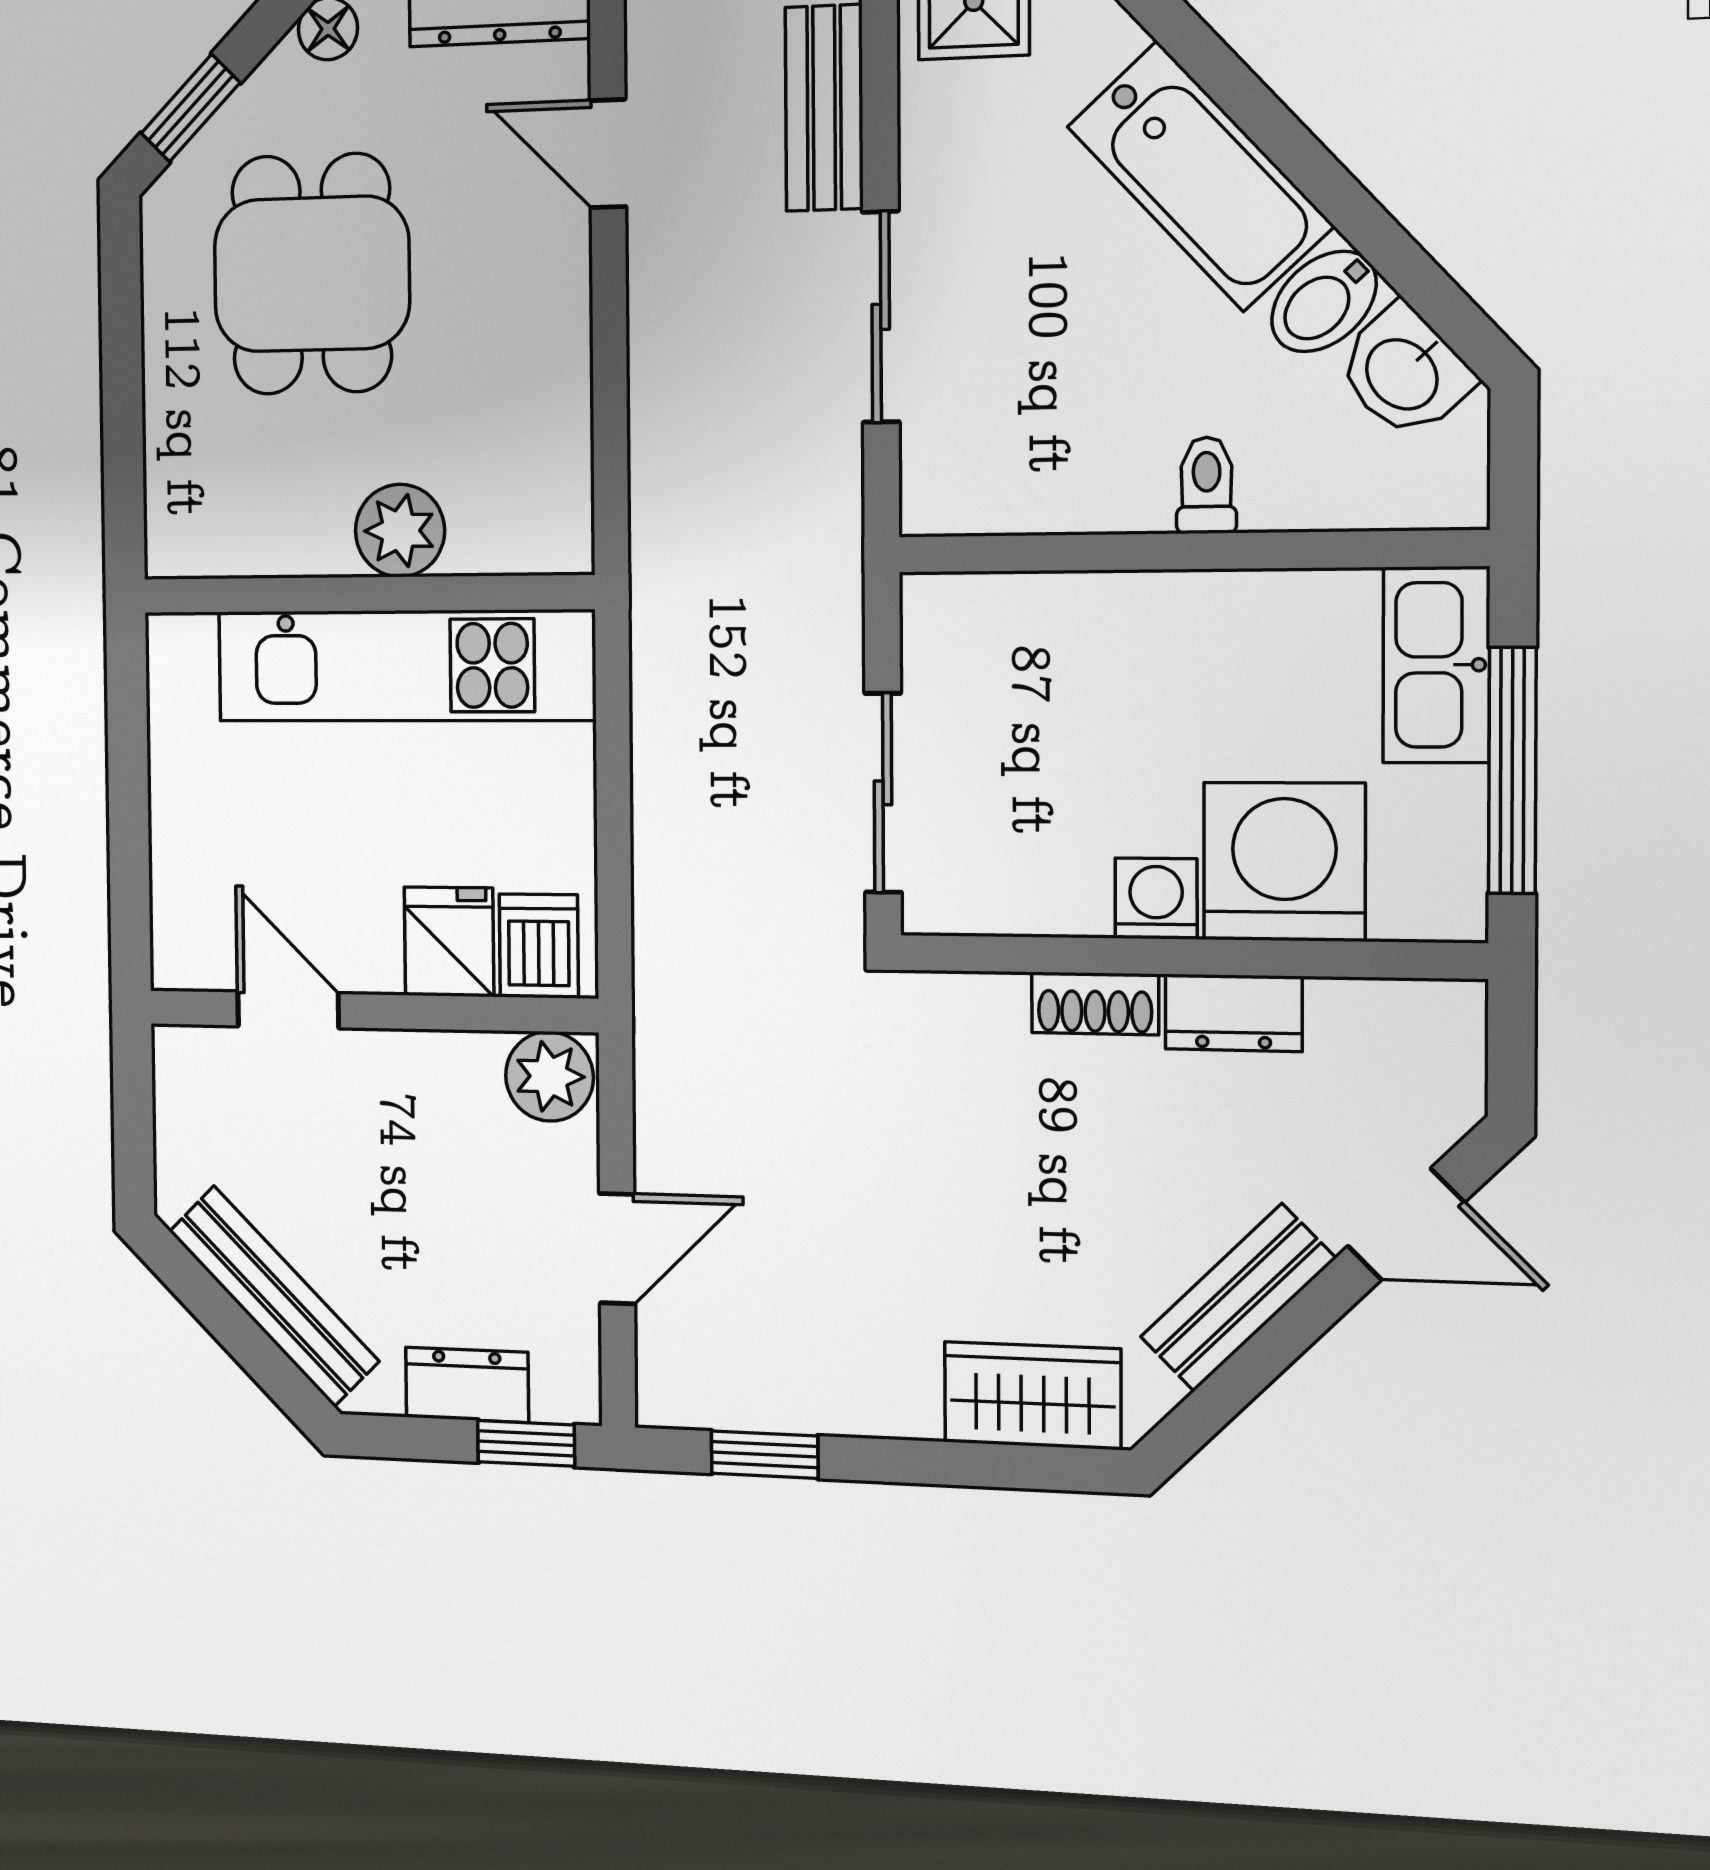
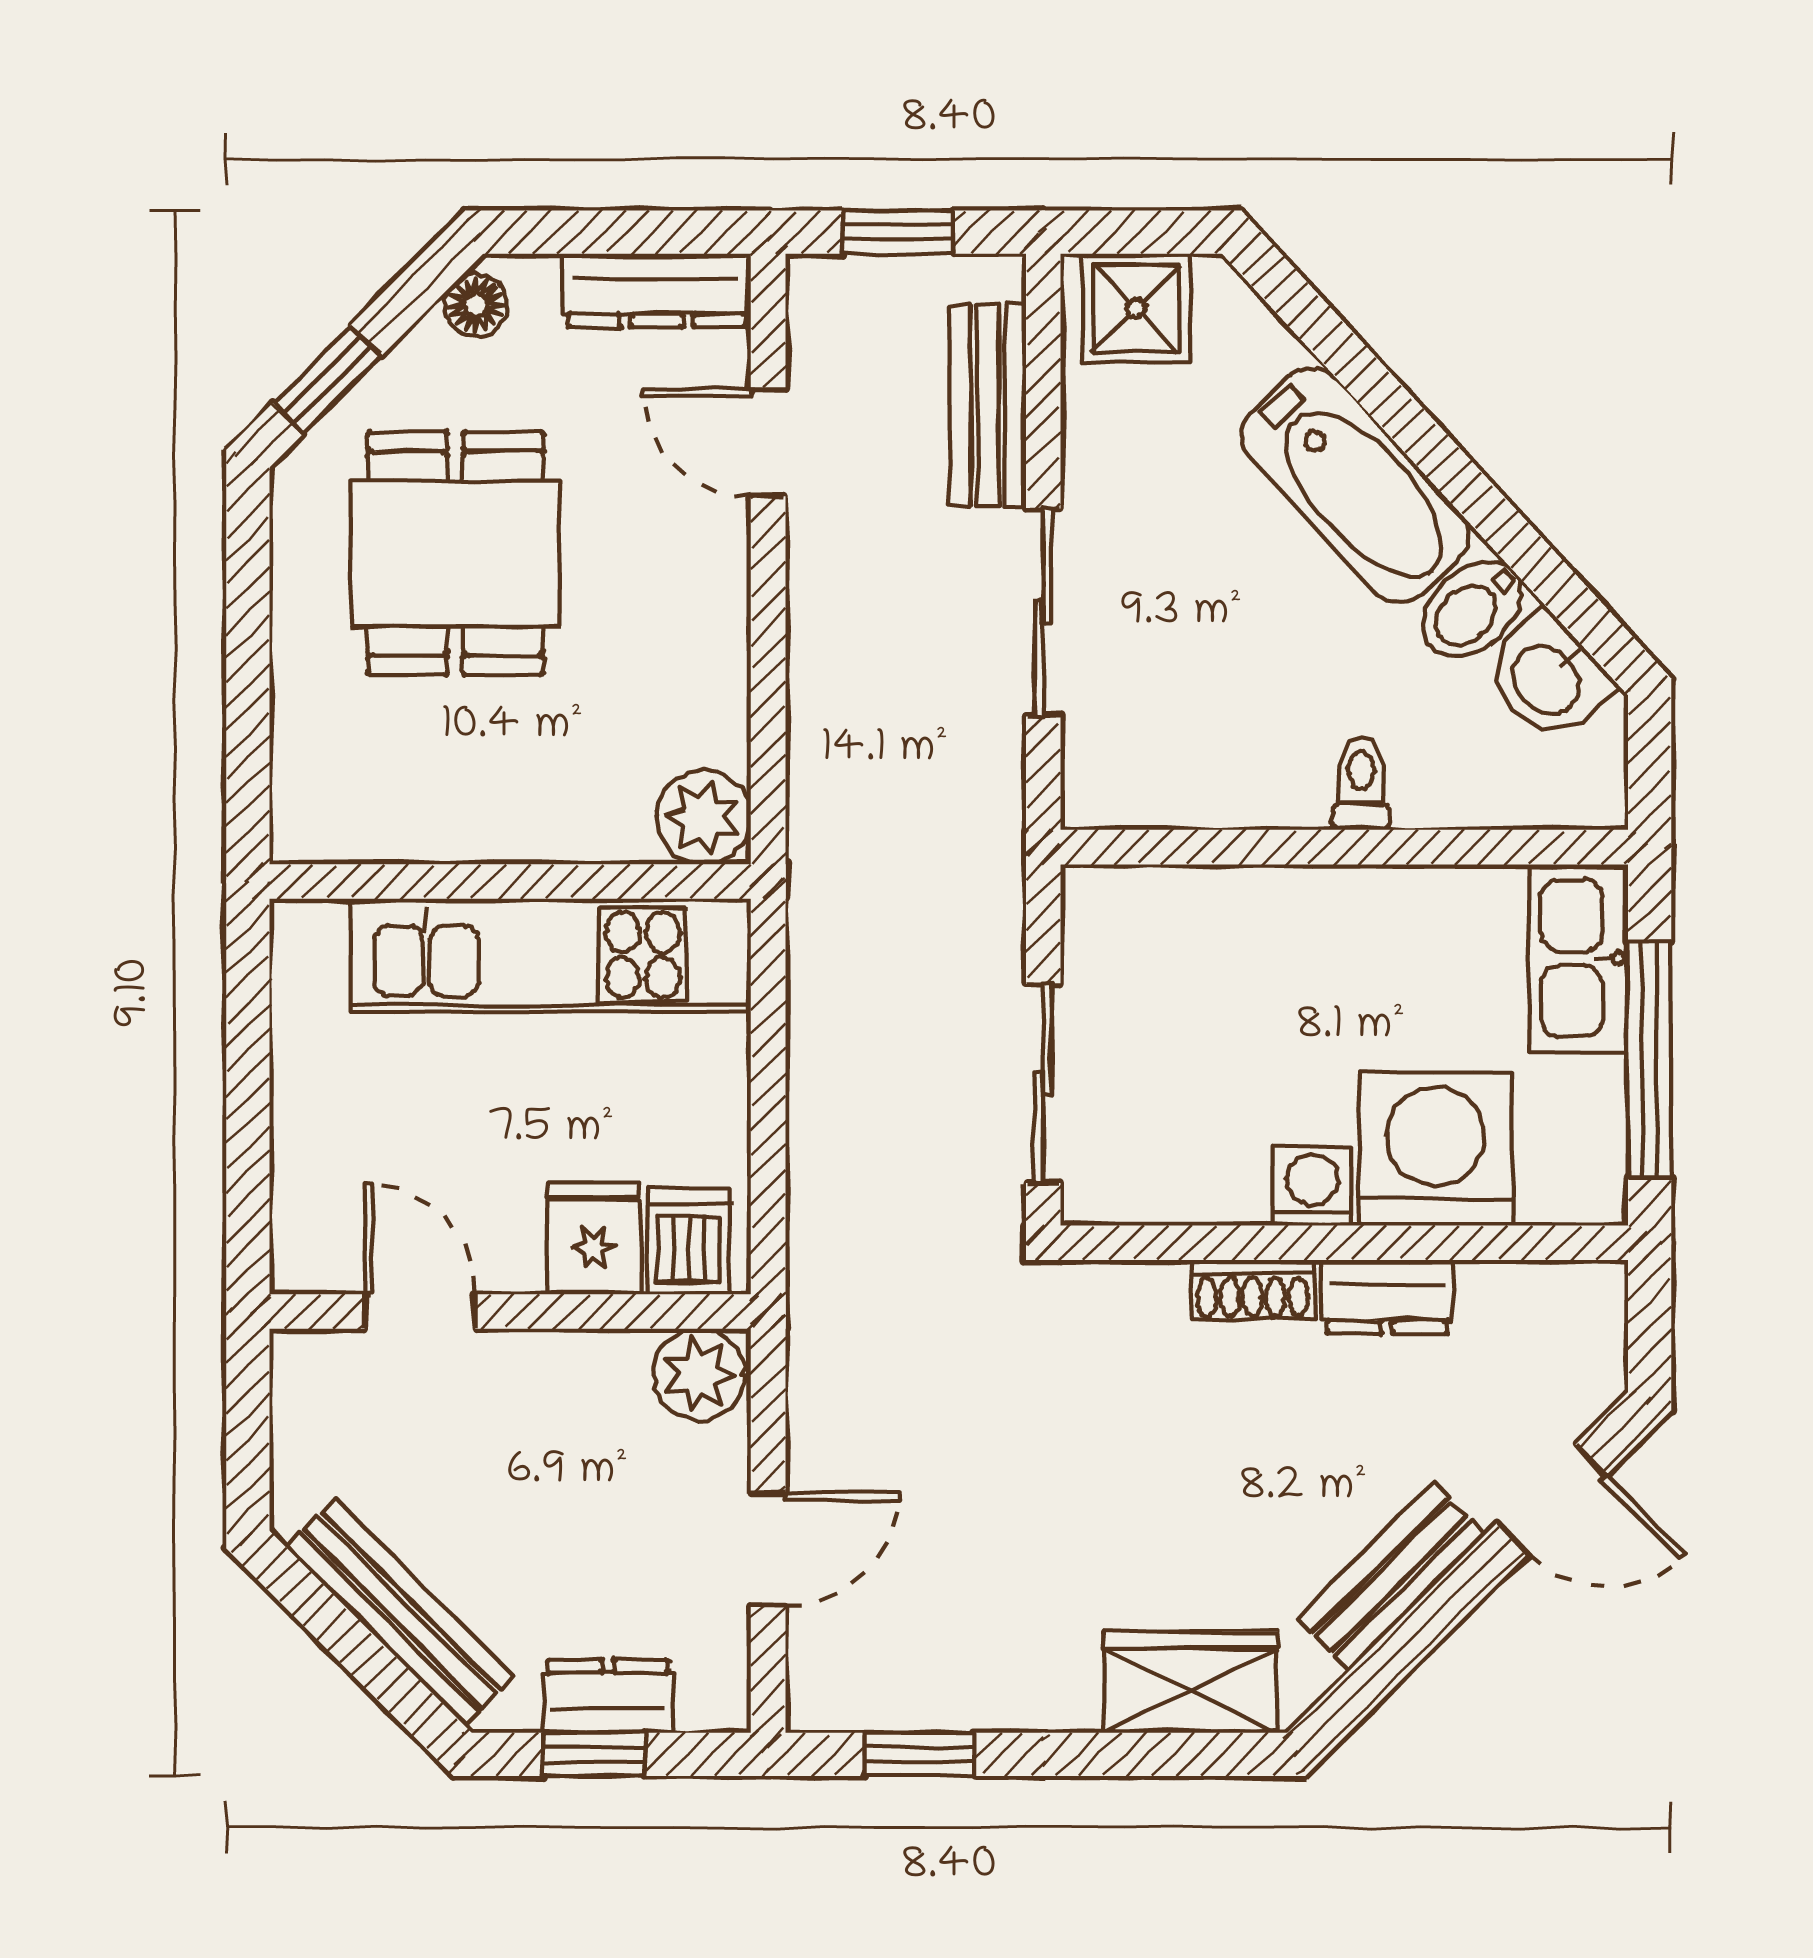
plant: (400, 531) -> (704, 817), moved
window: (526, 1443) -> (594, 1754), moved

